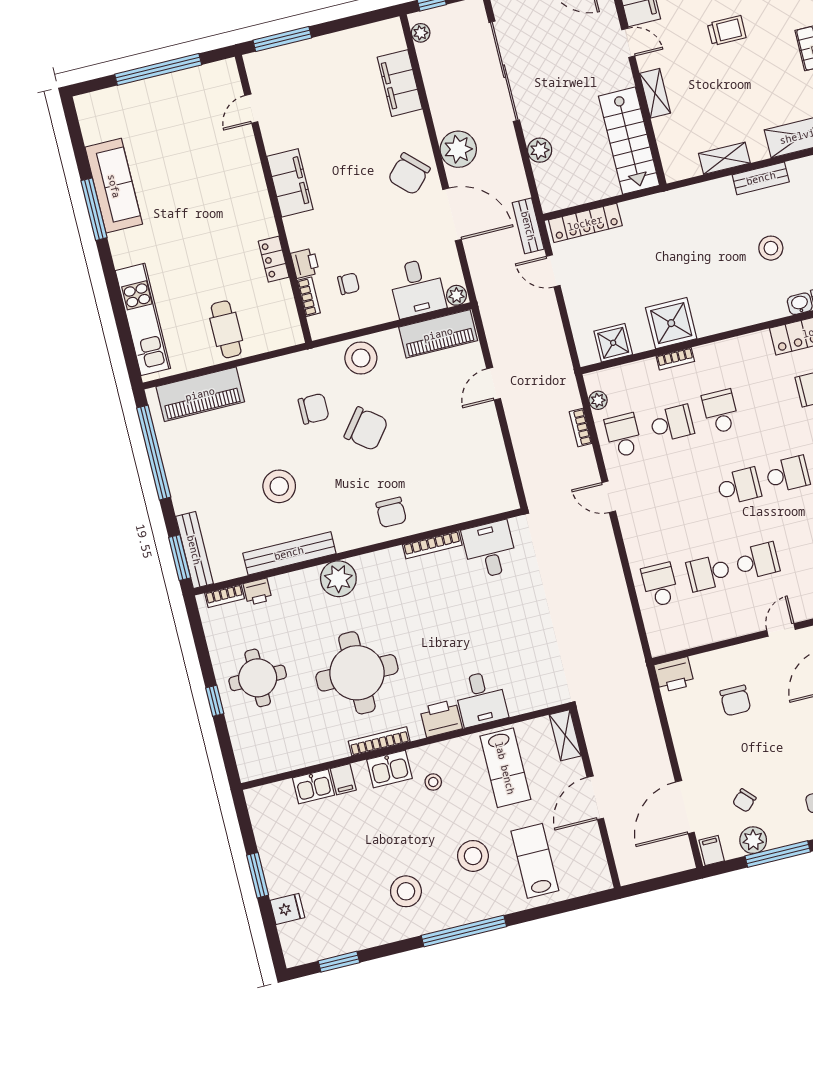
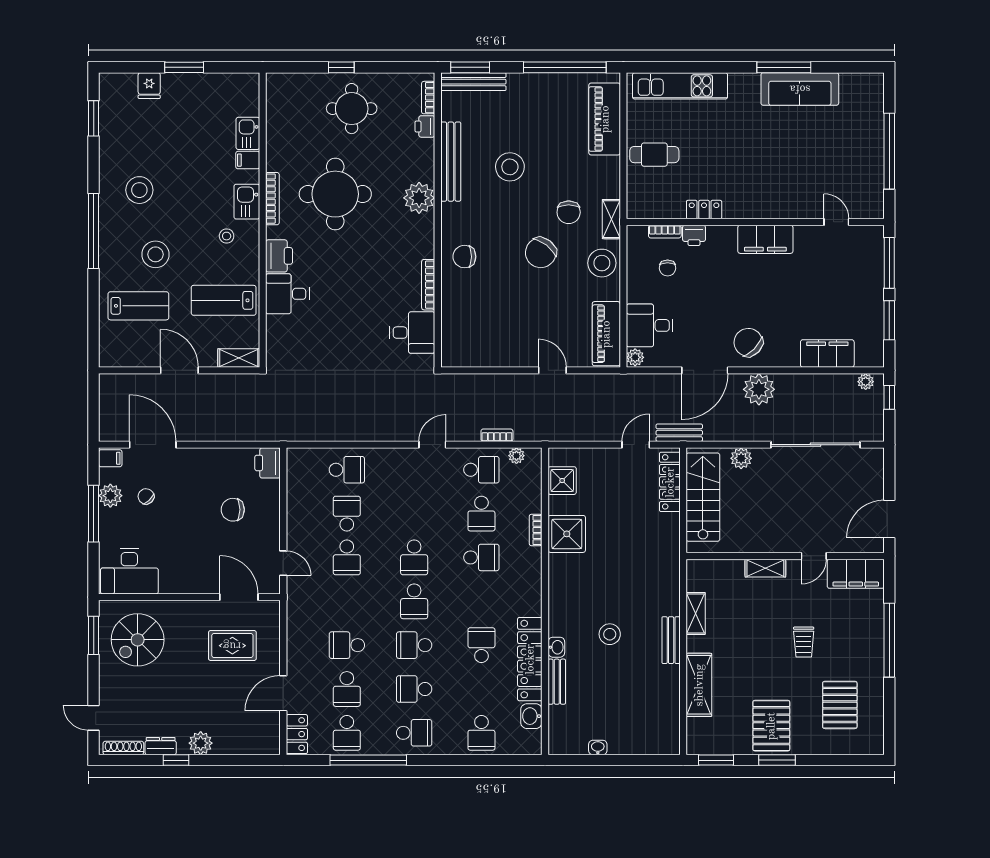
window: (346, 23) -> (889, 320), added
stairs: (629, 141) -> (703, 497), moved, turned 90
shelving: (309, 359) -> (611, 219), added

